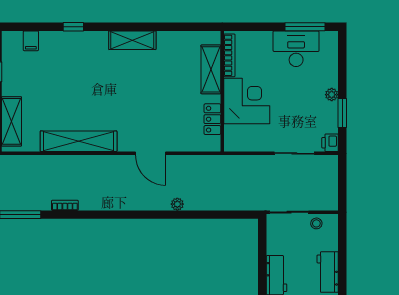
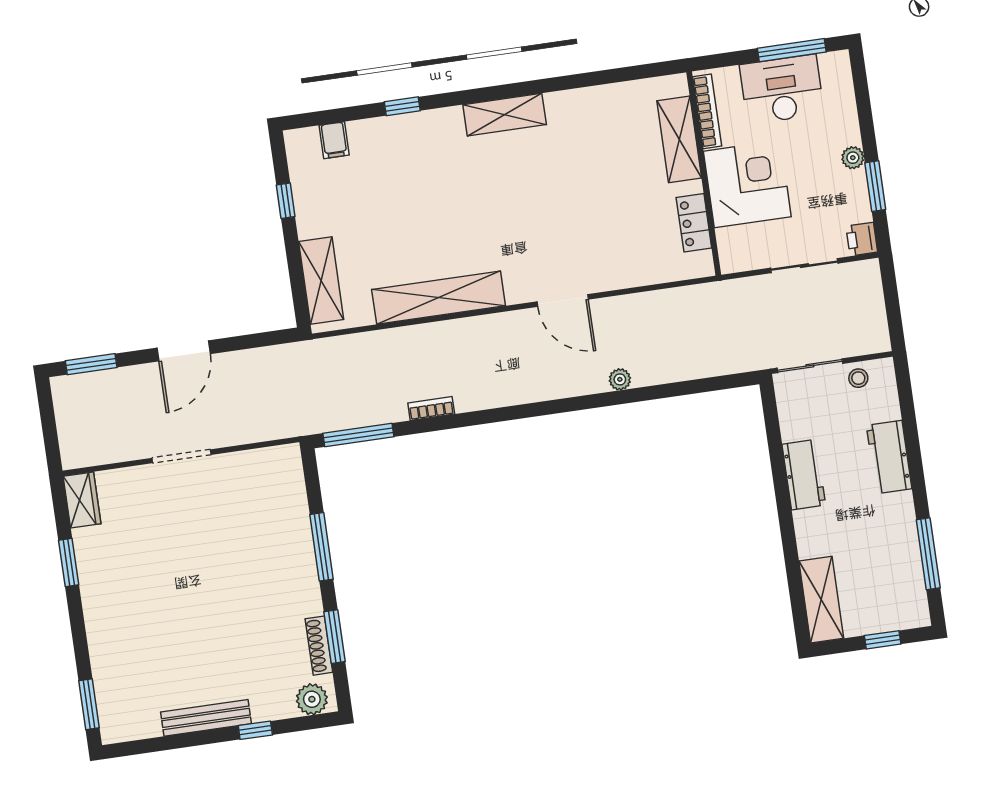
bookcase: (229, 55) -> (707, 111), moved
shelving: (211, 69) -> (679, 139), moved
wall: (222, 91) -> (704, 174), moved
corner desk: (247, 101) -> (747, 184), moved
locker: (212, 119) -> (694, 223), moved

